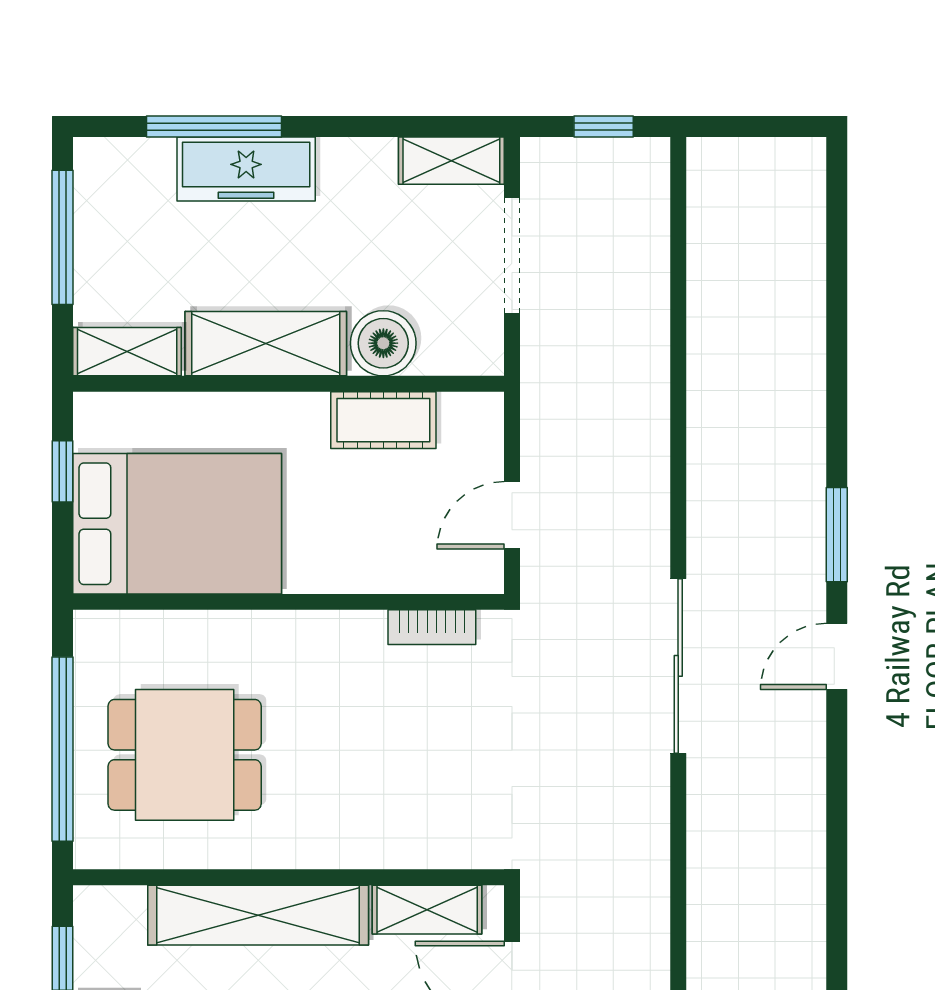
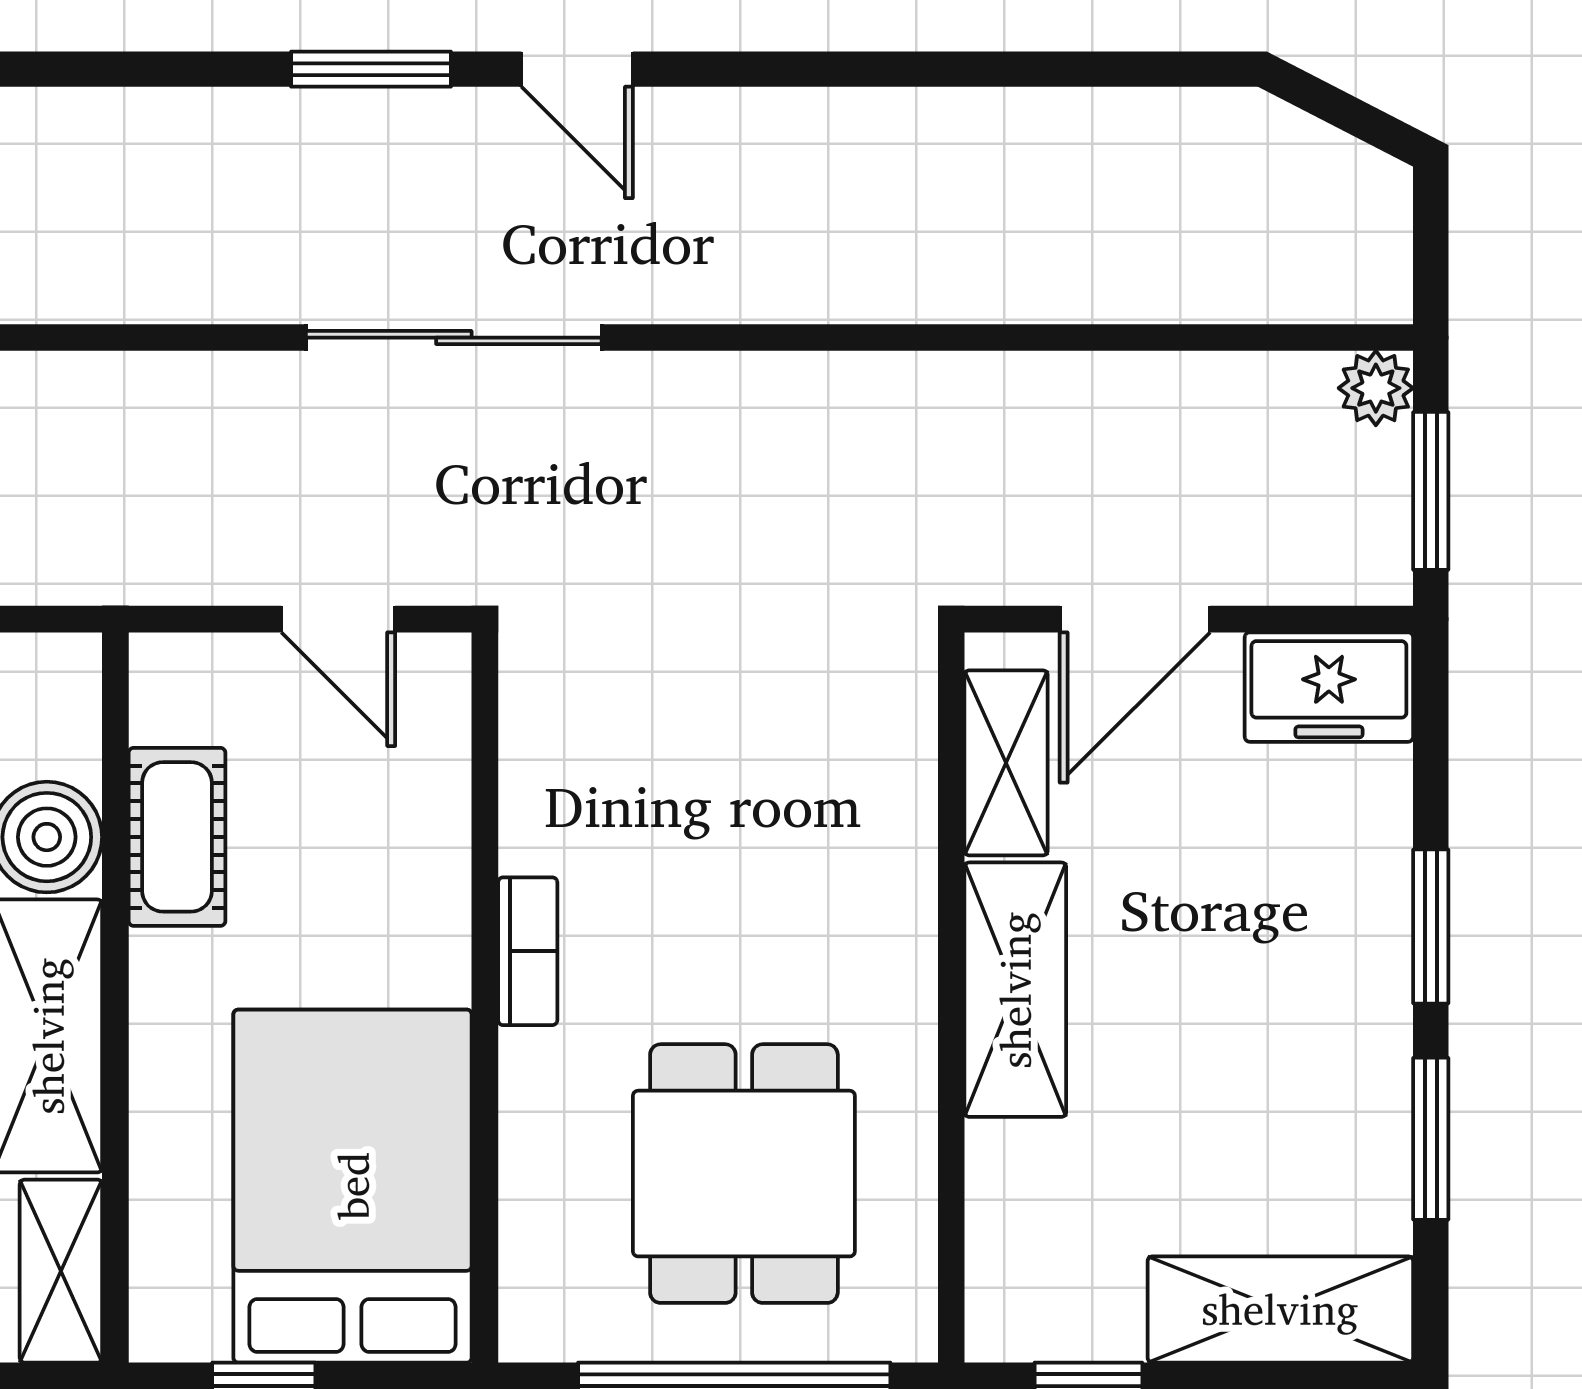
bookcase: (432, 627) -> (528, 951), moved
sliding door: (678, 666) -> (454, 338), moved
shelving: (258, 915) -> (1015, 990), width x0.68

